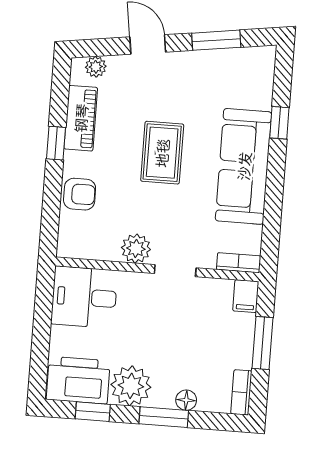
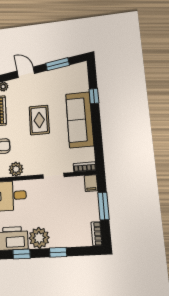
plant: (136, 249) -> (16, 169), moved
floor lamp: (186, 400) -> (68, 242), removed
window: (164, 417) -> (58, 252), width x0.67

